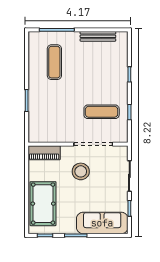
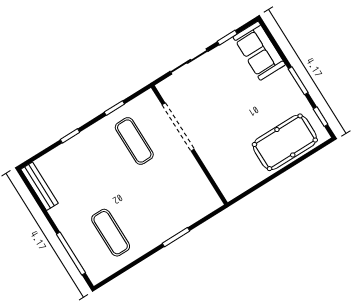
bench: (98, 36) -> (40, 186), moved
exercise mat: (54, 62) -> (111, 233), turned 90
piano: (44, 153) -> (224, 178), removed
stool: (81, 171) -> (219, 122), removed
sofa: (102, 223) -> (259, 51), width x0.73

